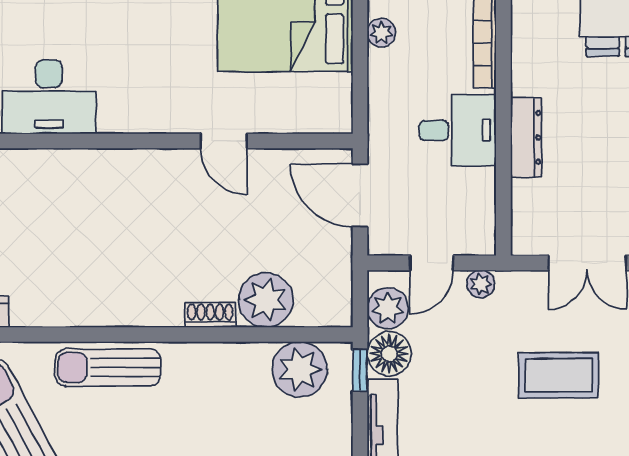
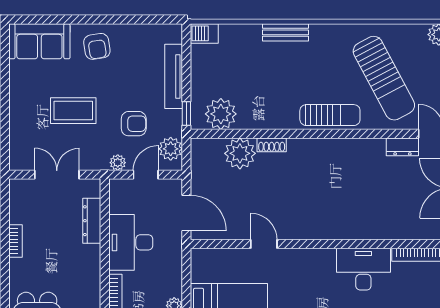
desk: (458, 130) -> (131, 242), width x1.37
dresser: (526, 137) -> (92, 221), moved
armchair: (453, 352) -> (134, 124), added
floor lamp: (389, 354) -> (170, 123), removed

